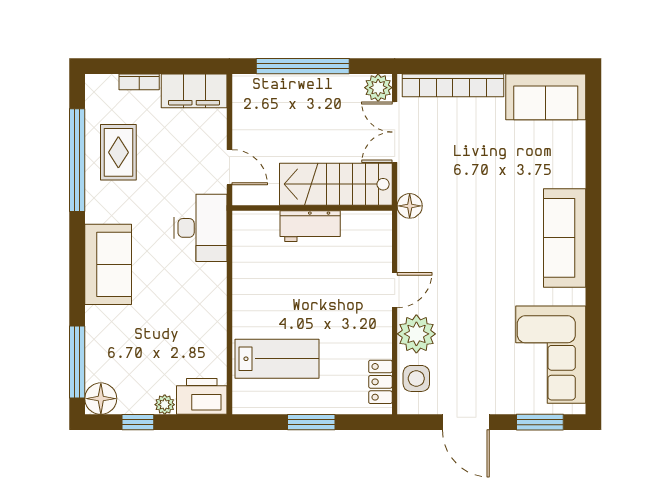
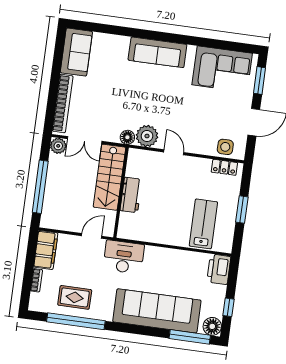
sofa: (108, 264) -> (157, 311), width x1.85, depth x1.27
plant: (416, 334) -> (147, 136), moved
plant: (165, 405) -> (221, 291), removed

